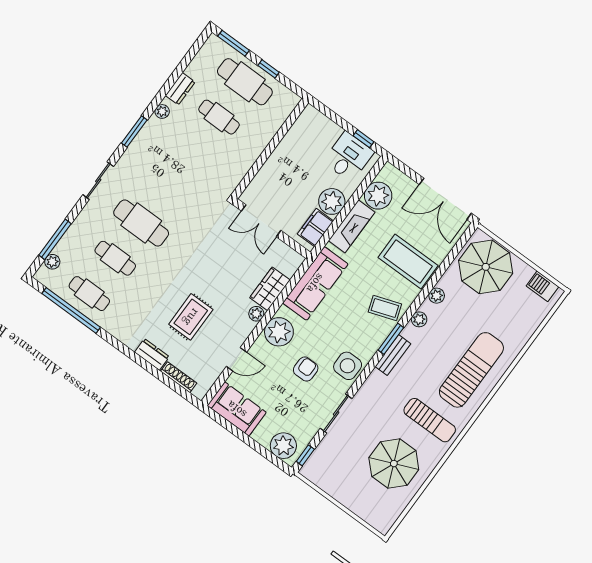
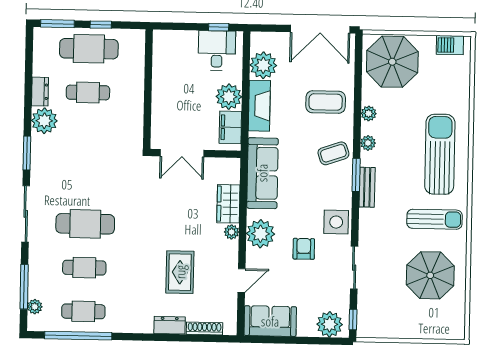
plant: (162, 111) -> (44, 121), width x1.87, depth x1.87
sliding door: (98, 181) -> (26, 214), width x1.37
coffee table: (408, 261) -> (326, 102), width x0.73, depth x0.76

